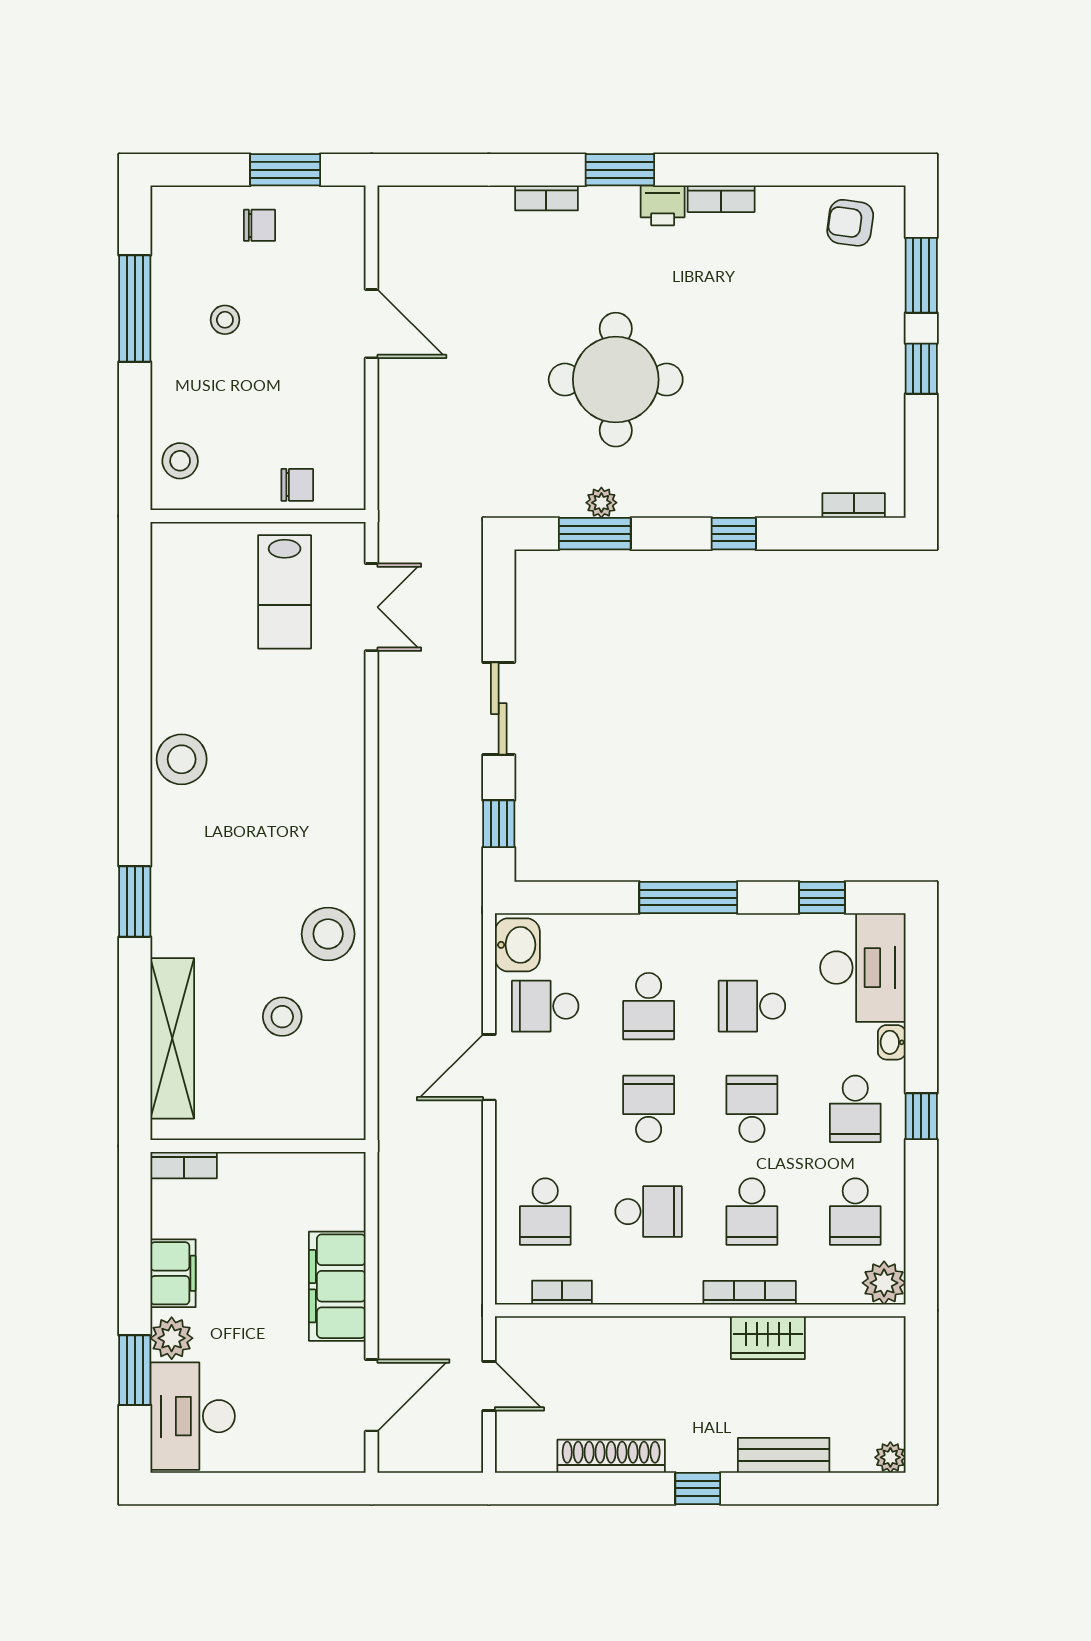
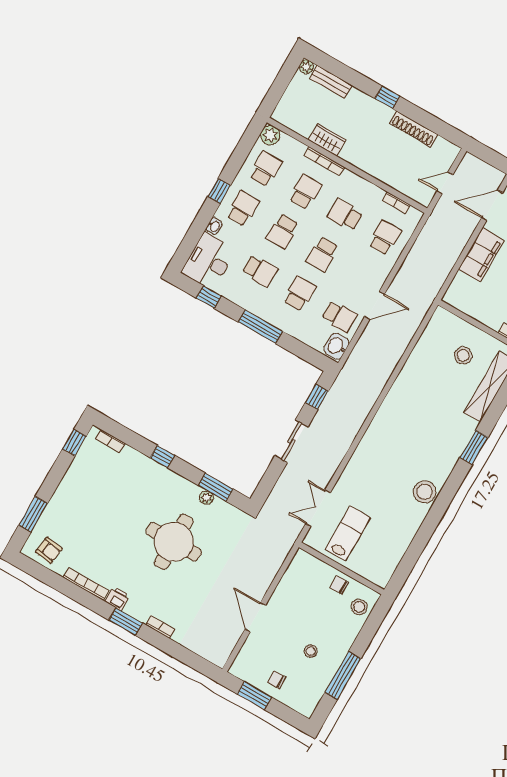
bookcase: (721, 199) -> (86, 584), width x1.56
window: (921, 369) -> (75, 442), moved
chair: (297, 485) -> (339, 585), moved
stool: (328, 934) -> (407, 392), removed
stool: (282, 1017) -> (463, 355), moved
door: (489, 1386) -> (445, 183), hinge flipped
bench: (784, 1455) -> (331, 82), moved

